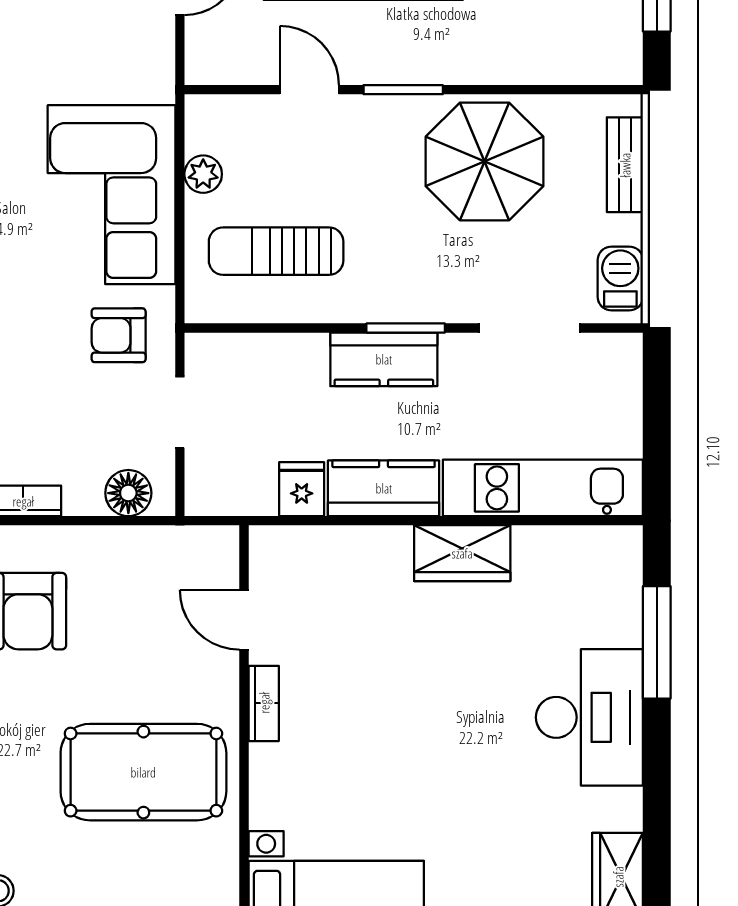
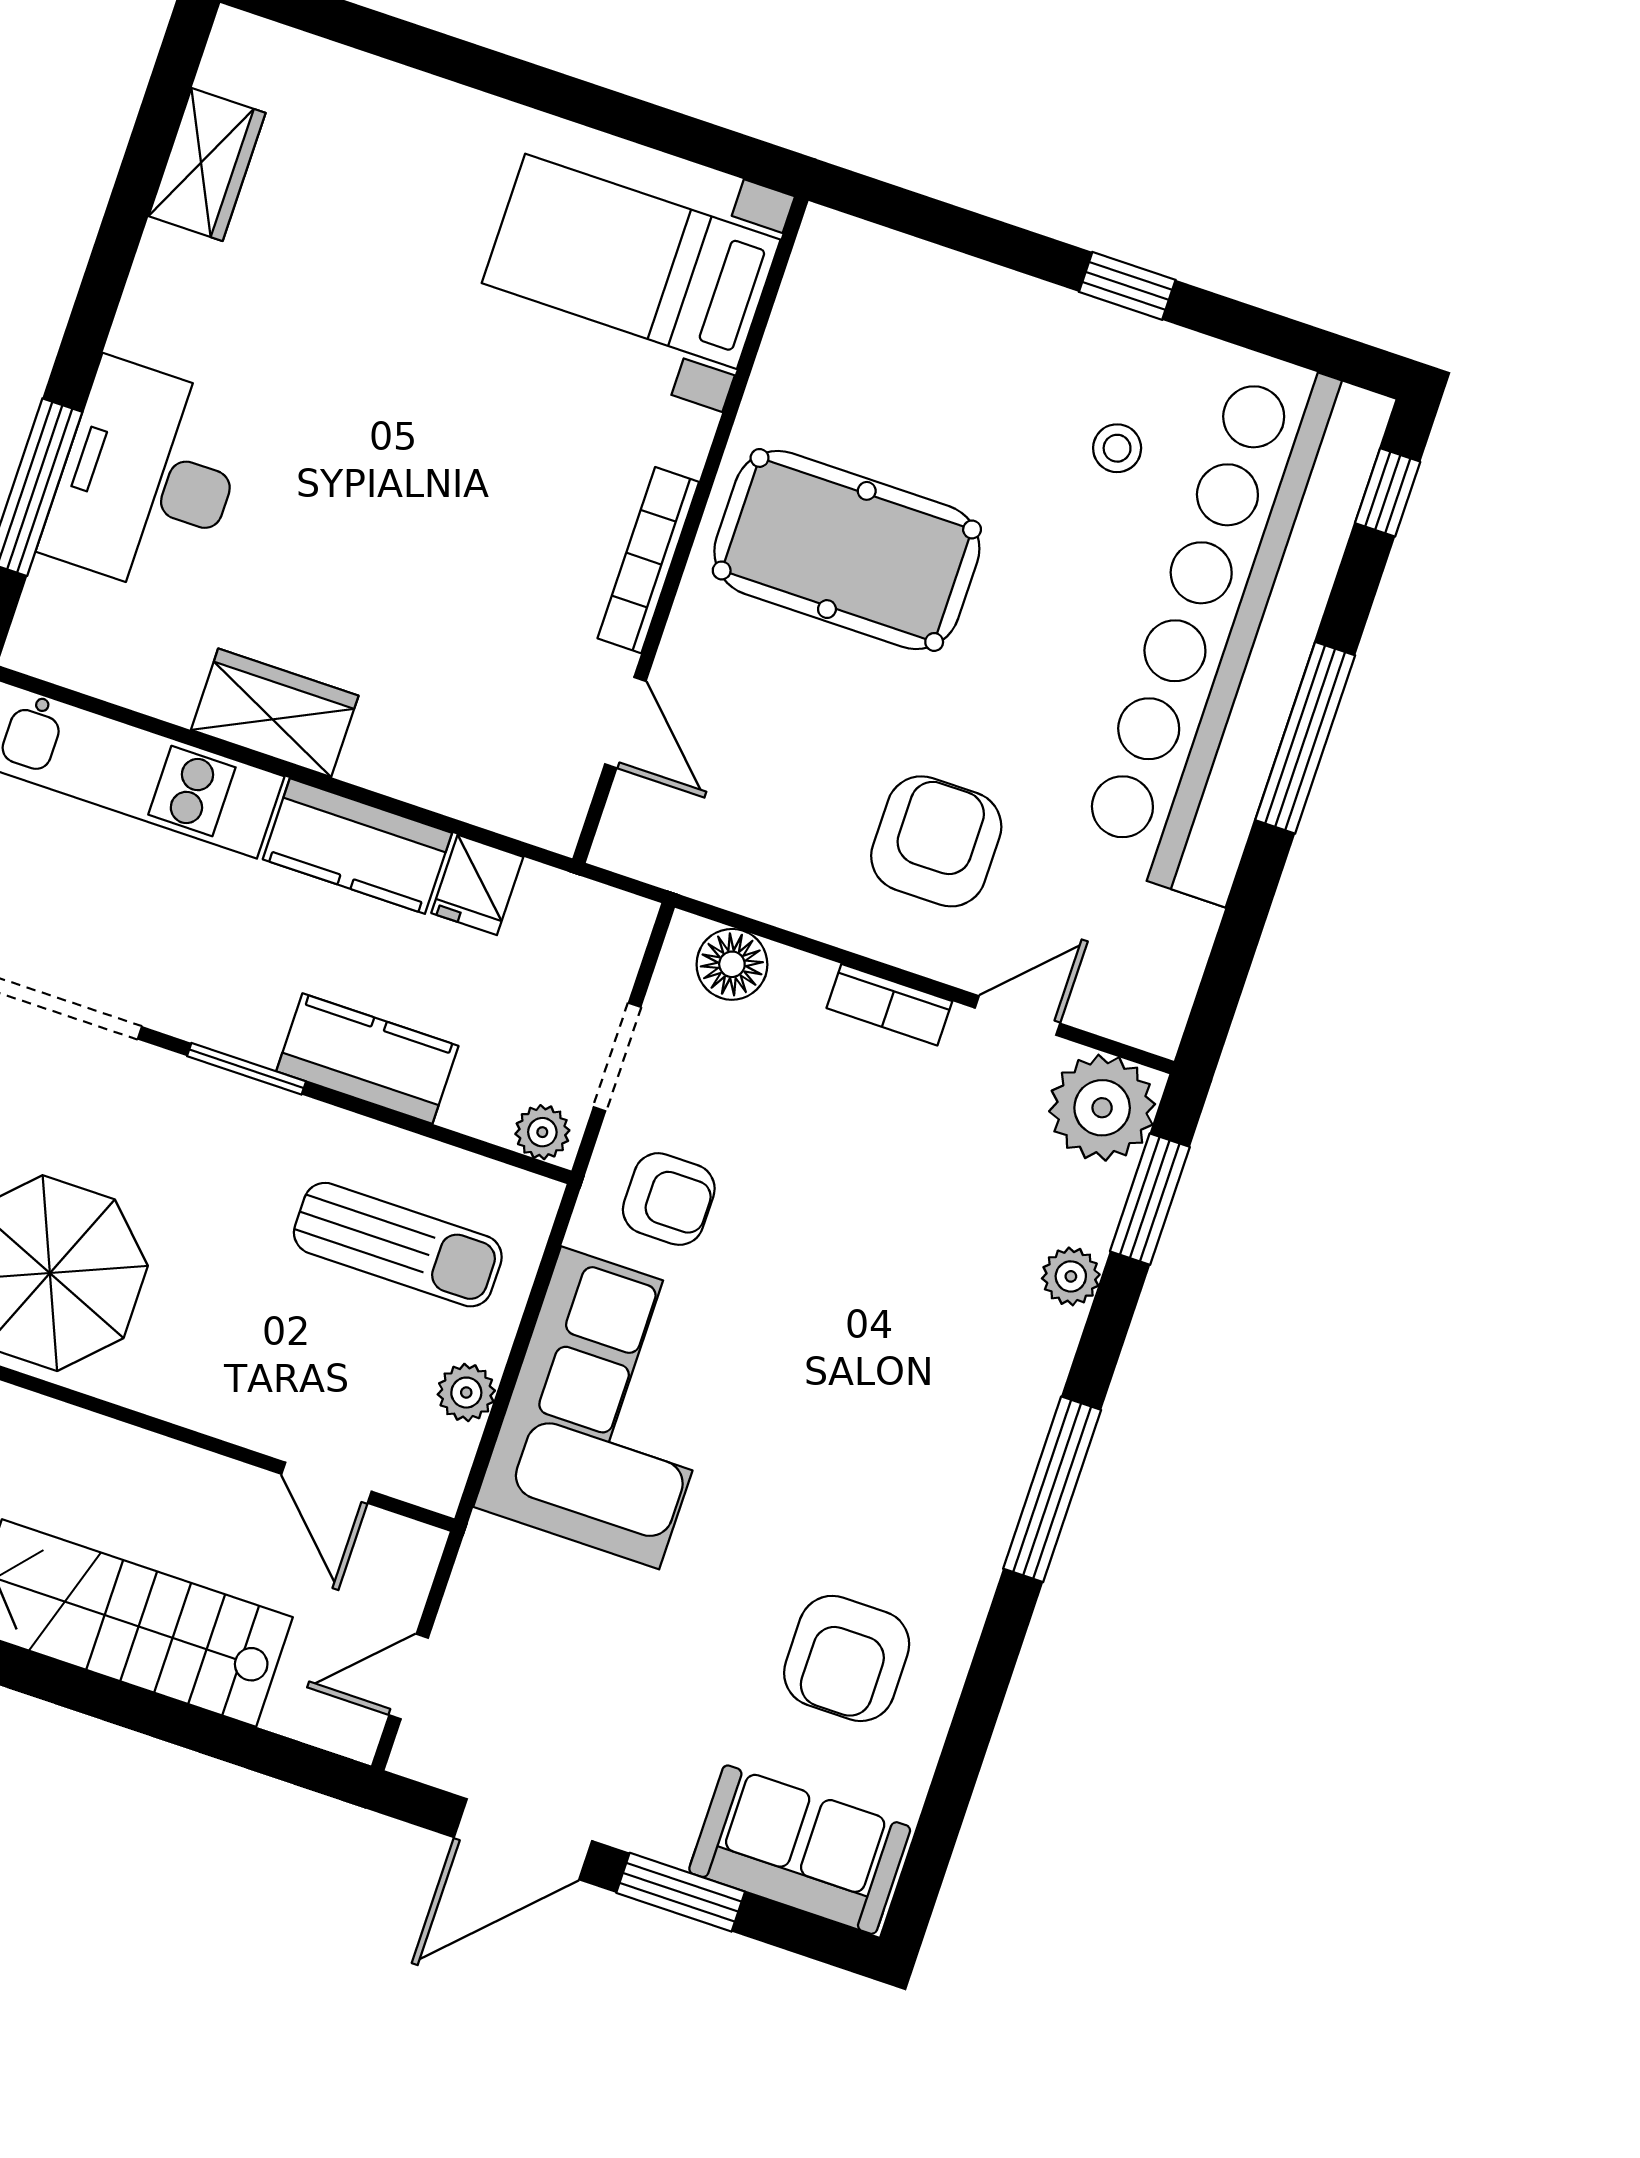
door: (309, 90) -> (327, 1483), moved
window: (403, 90) -> (133, 1418), removed
plant: (210, 350) -> (542, 1132), added
kitchen counter: (384, 359) -> (367, 1059), moved
bookcase: (264, 703) -> (648, 560), width x1.56
desk: (589, 717) -> (147, 478), moved

